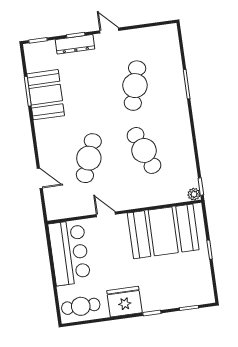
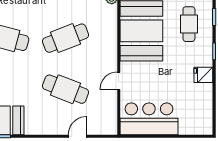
fridge: (124, 302) -> (203, 75), width x0.53, depth x0.75
cafe table: (81, 306) -> (189, 24), moved

